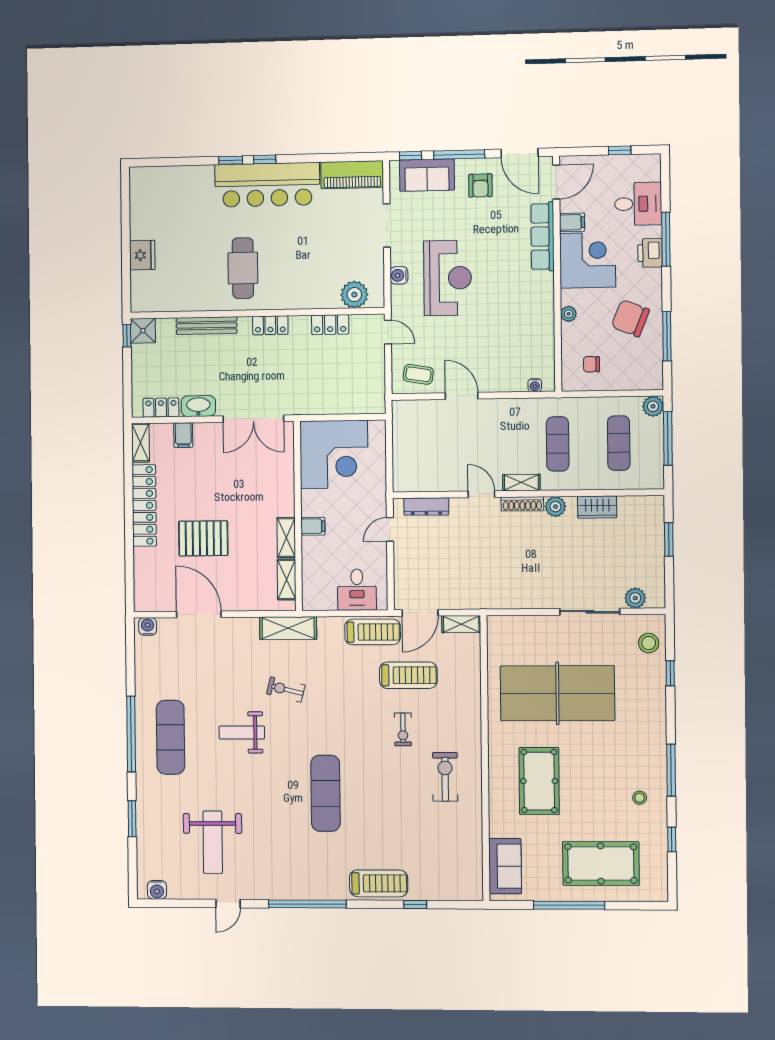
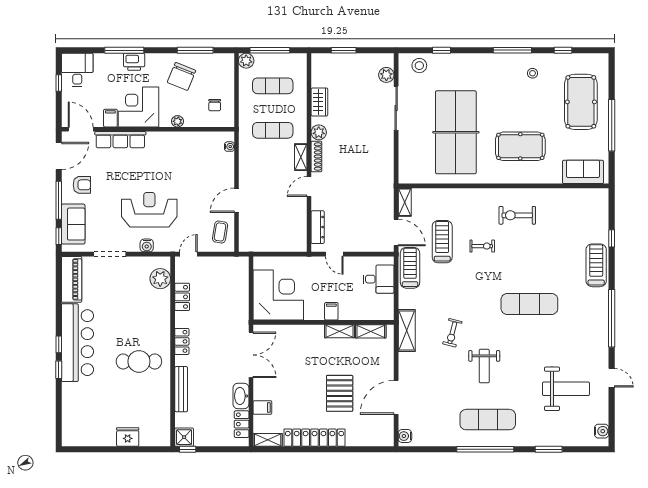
desk: (638, 204) -> (77, 70), moved

